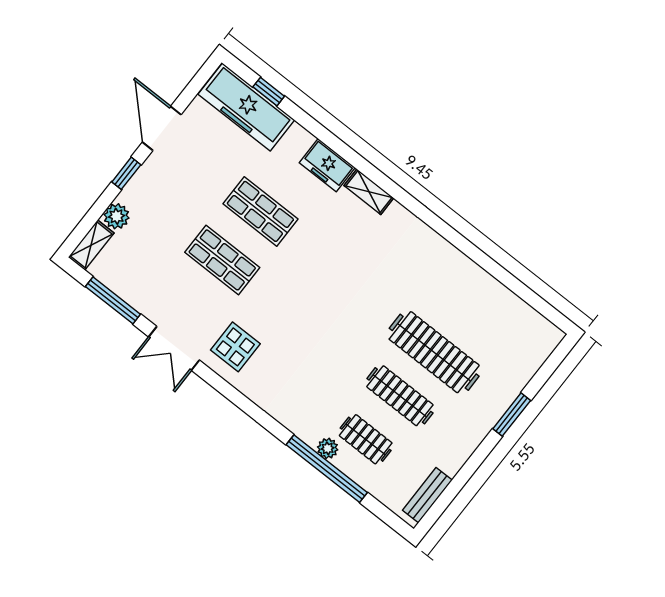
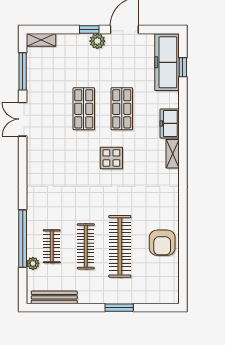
plant: (117, 216) -> (97, 41), moved
armchair: (472, 294) -> (162, 243), added
display table: (235, 347) -> (111, 158), moved
plant: (328, 448) -> (33, 263), moved
bench: (427, 495) -> (54, 297), width x1.36

